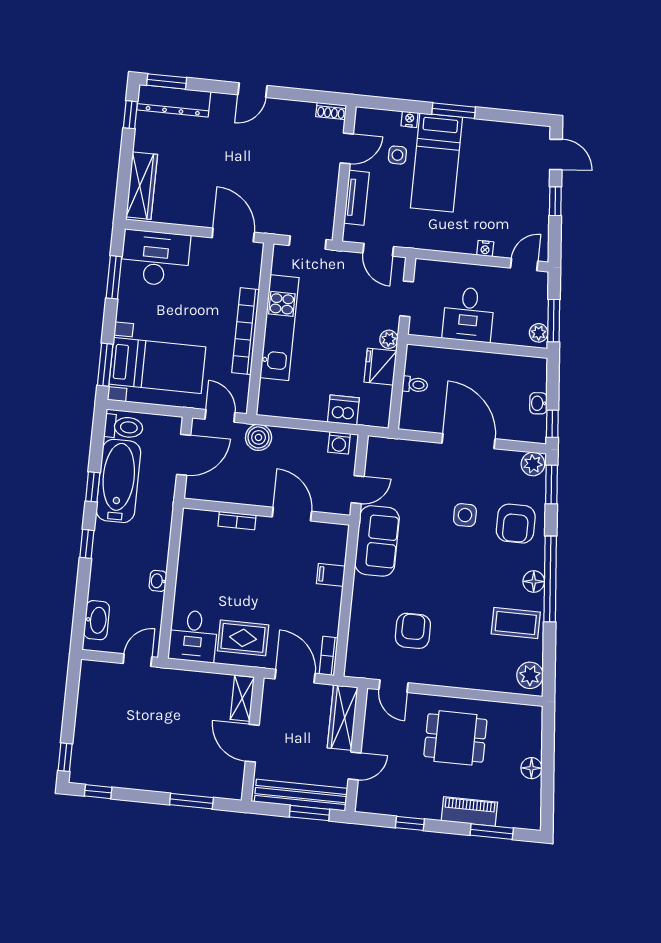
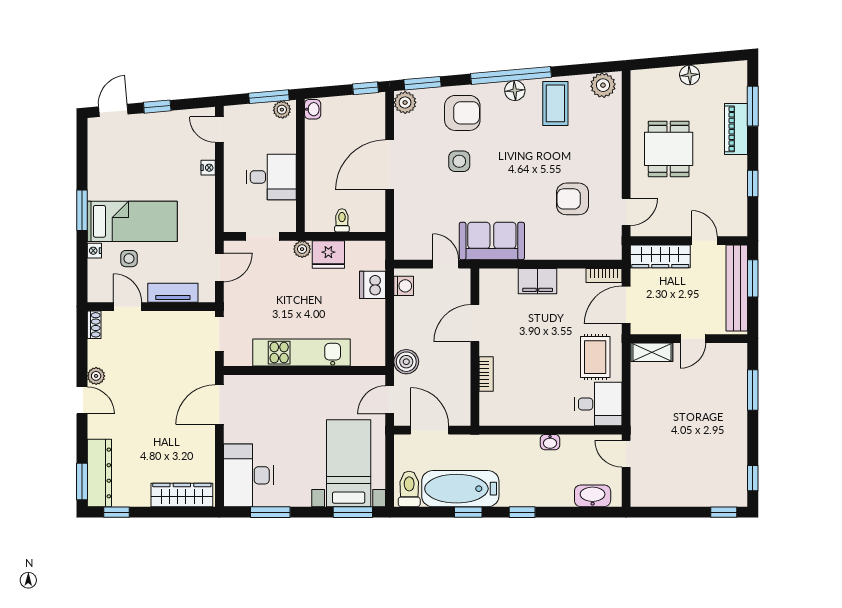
plant: (277, 108) -> (96, 376), added
bookcase: (246, 331) -> (308, 384), removed
washbasin: (538, 403) -> (313, 109), moved, turned -85
filing cabinet: (331, 575) -> (538, 281), width x2.00
door: (252, 743) -> (693, 339), width x0.73

